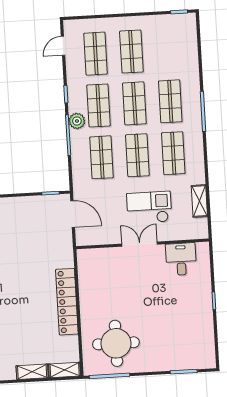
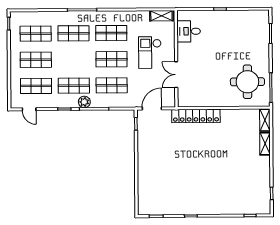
shop shelf: (134, 103) -> (36, 34), moved
shelving: (199, 201) -> (161, 16), moved
double door: (140, 244) -> (176, 75), moved
locker: (67, 302) -> (196, 116), moved

